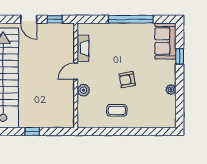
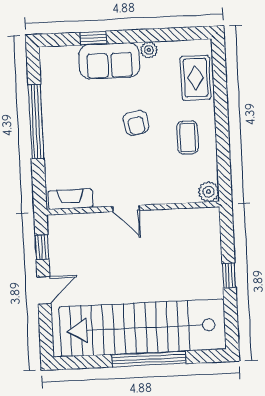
sofa: (165, 41) -> (109, 61), moved
fireplace: (83, 48) -> (70, 199), moved
plant: (83, 90) -> (209, 192), moved
rug: (153, 117) -> (196, 78), added

